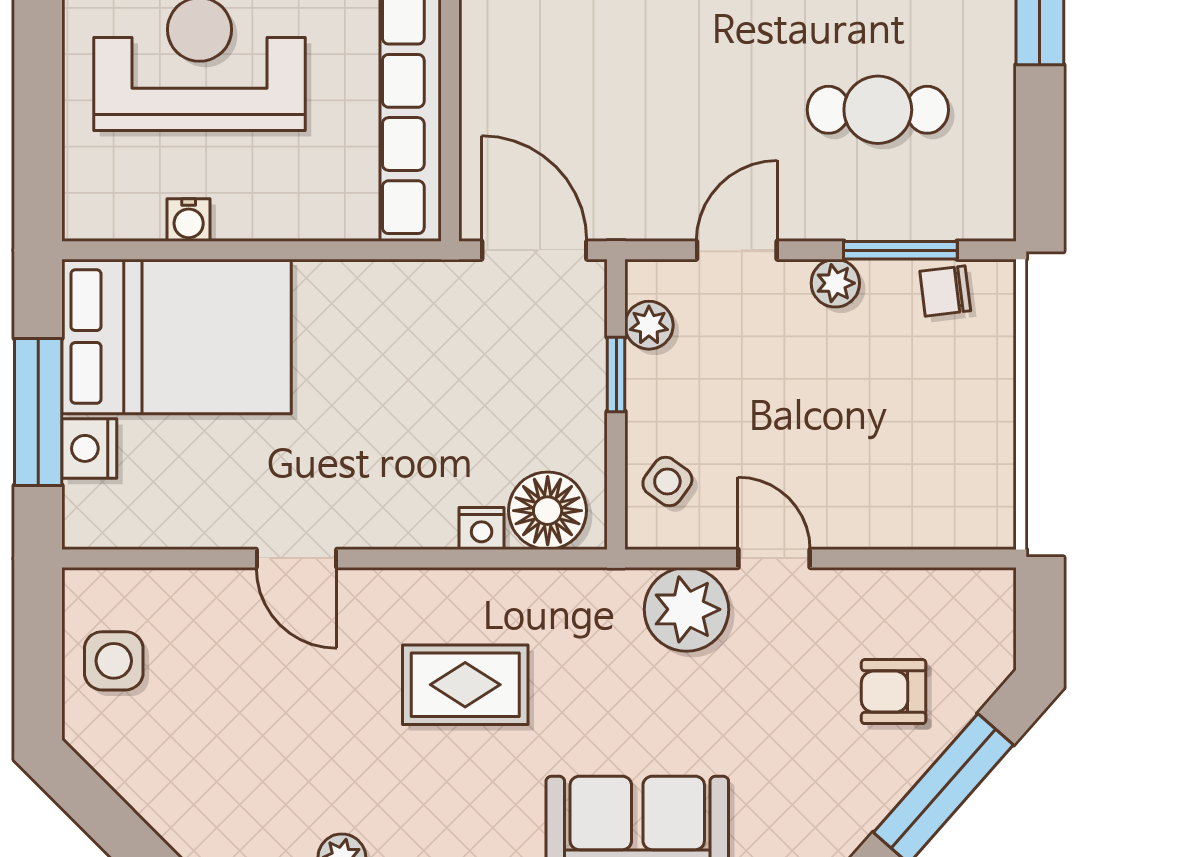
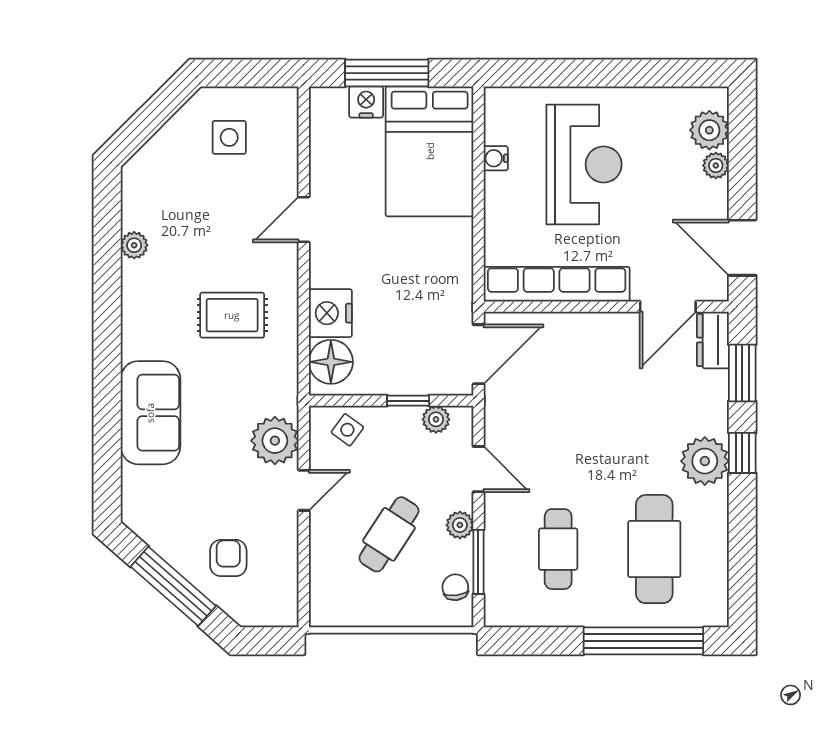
cafe table: (852, 408) -> (389, 534), added
nightstand: (482, 528) -> (330, 313), width x1.89, depth x1.79
side table: (114, 661) -> (229, 137), moved
rug: (465, 685) -> (232, 315), turned 90

